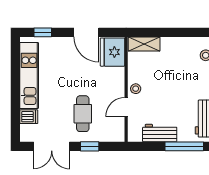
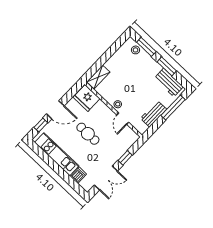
door: (86, 32) -> (55, 110), moved
cafe table: (83, 114) -> (88, 134), moved

